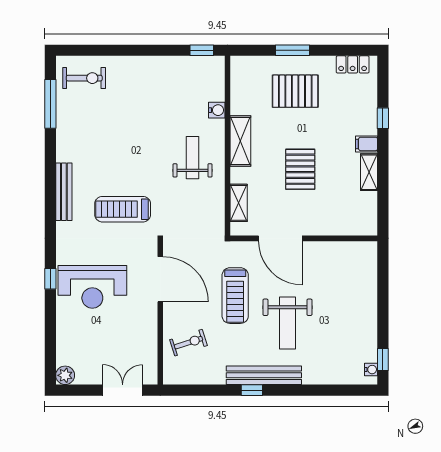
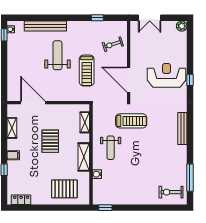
window: (292, 50) -> (55, 208), removed
pallet: (295, 91) -> (64, 189), moved
shelving: (369, 172) -> (12, 128), moved
treadmill: (123, 209) -> (131, 121), moved
door: (280, 238) -> (33, 103), moved
treadmill: (235, 296) -> (87, 71), turned 180
bench: (264, 375) -> (45, 26), moved
window: (252, 390) -> (97, 18), moved

